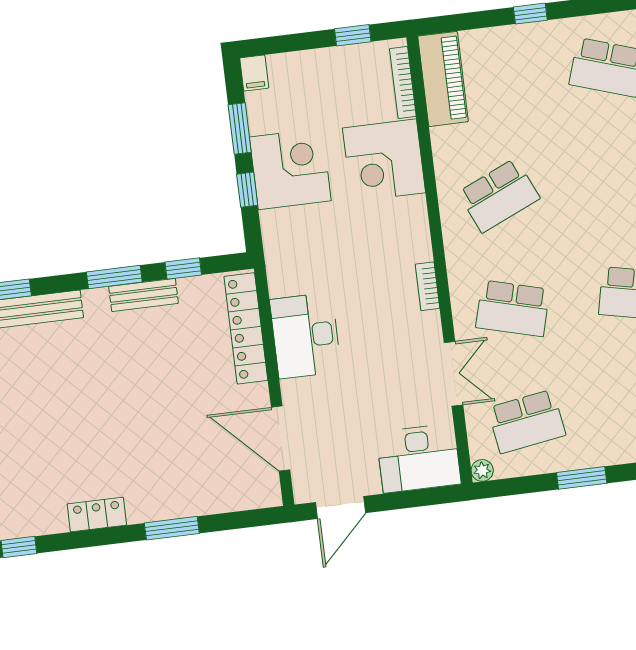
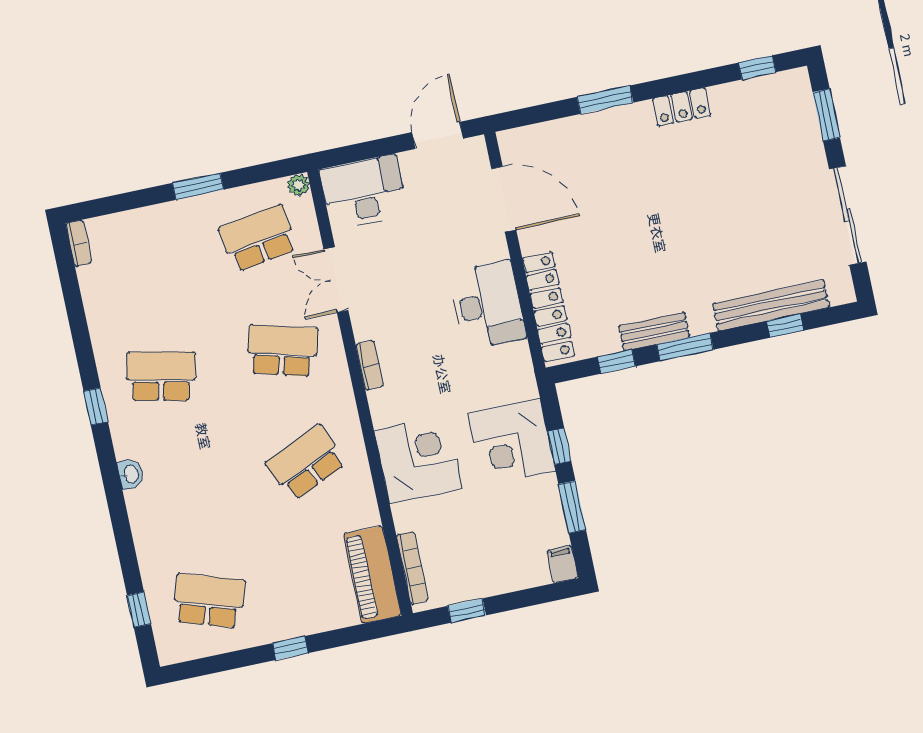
corner desk: (384, 160) -> (418, 459), moved
corner desk: (290, 169) -> (512, 442), moved

